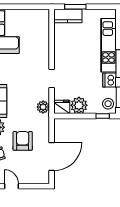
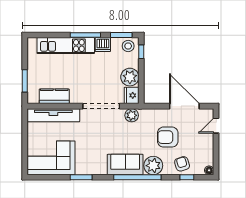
kitchen counter: (68, 16) -> (54, 96), moved, turned -90
tv unit: (43, 34) -> (53, 115), added
doorway: (52, 79) -> (101, 106), width x1.87
door: (12, 186) -> (216, 126), moved

